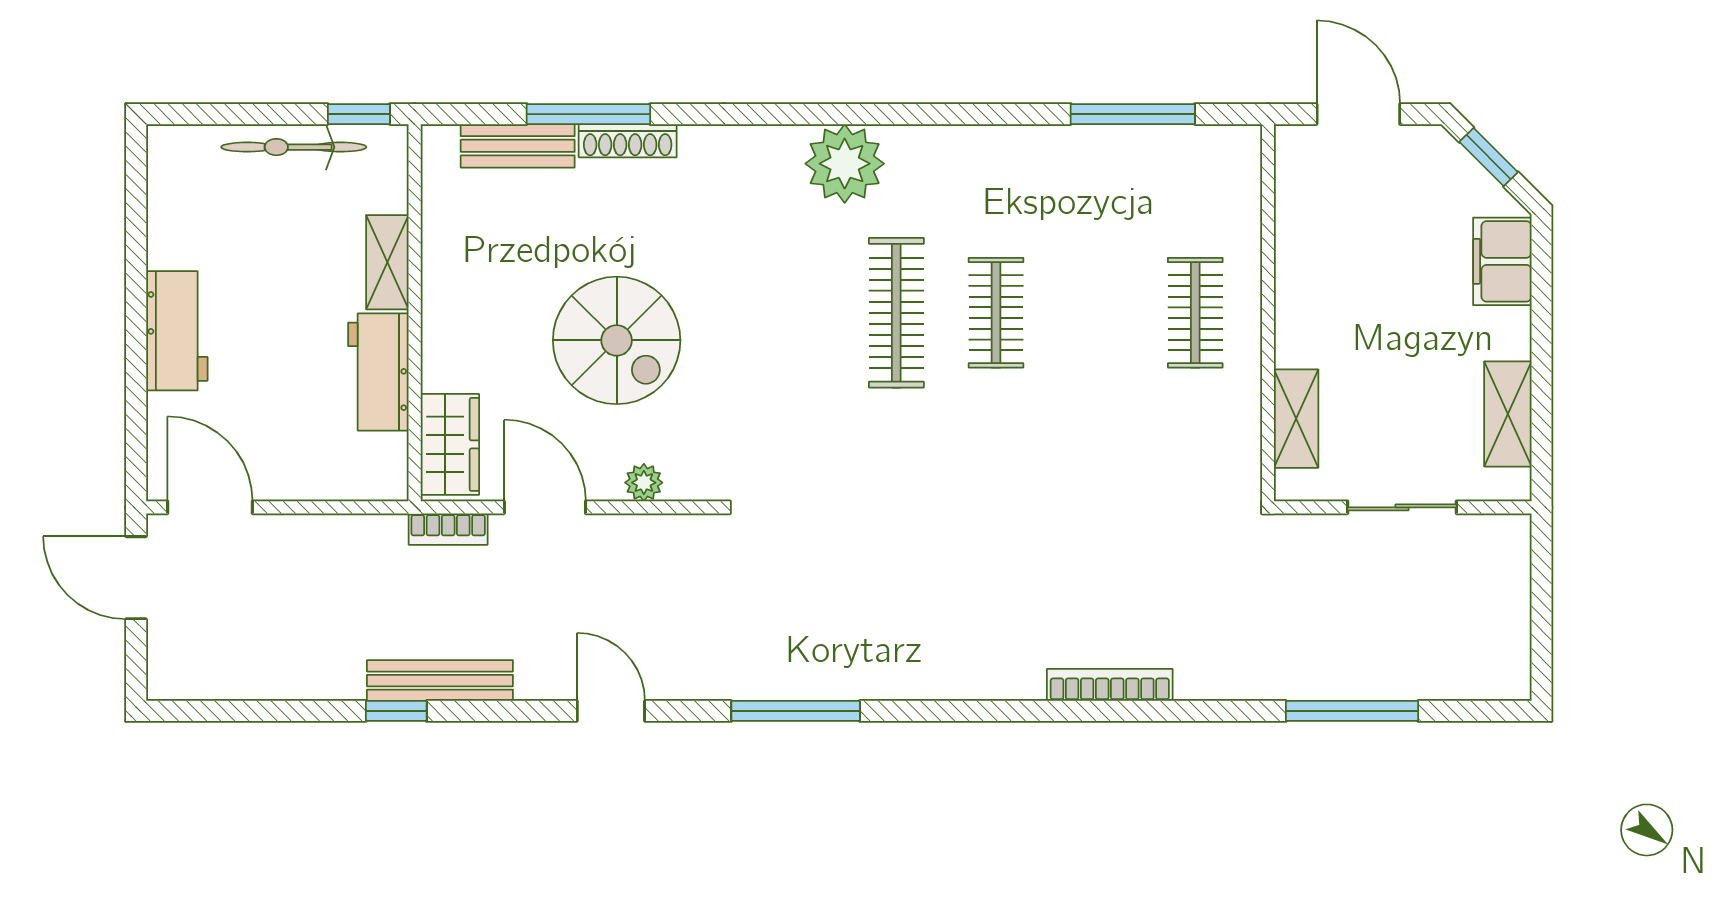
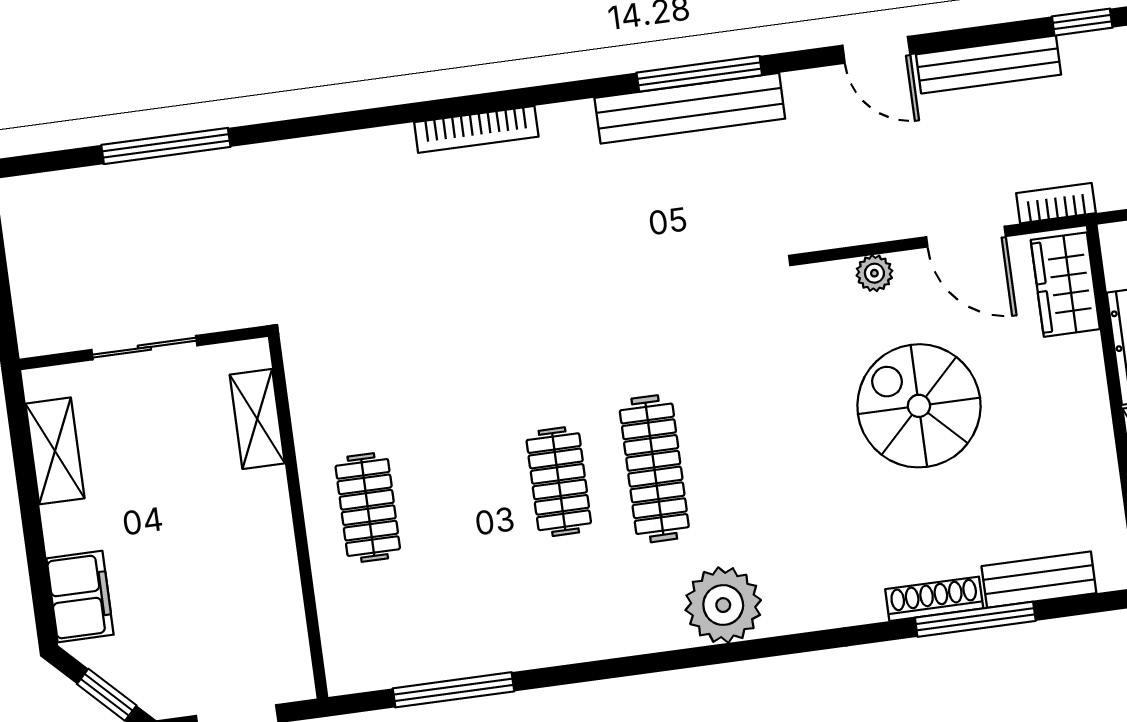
bench: (810, 677) -> (690, 108), added
bench: (440, 681) -> (989, 64), moved
bookcase: (1110, 685) -> (476, 129), moved

